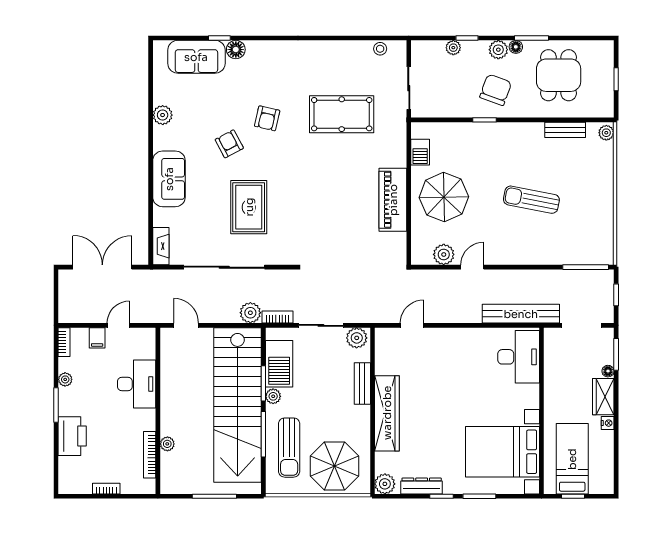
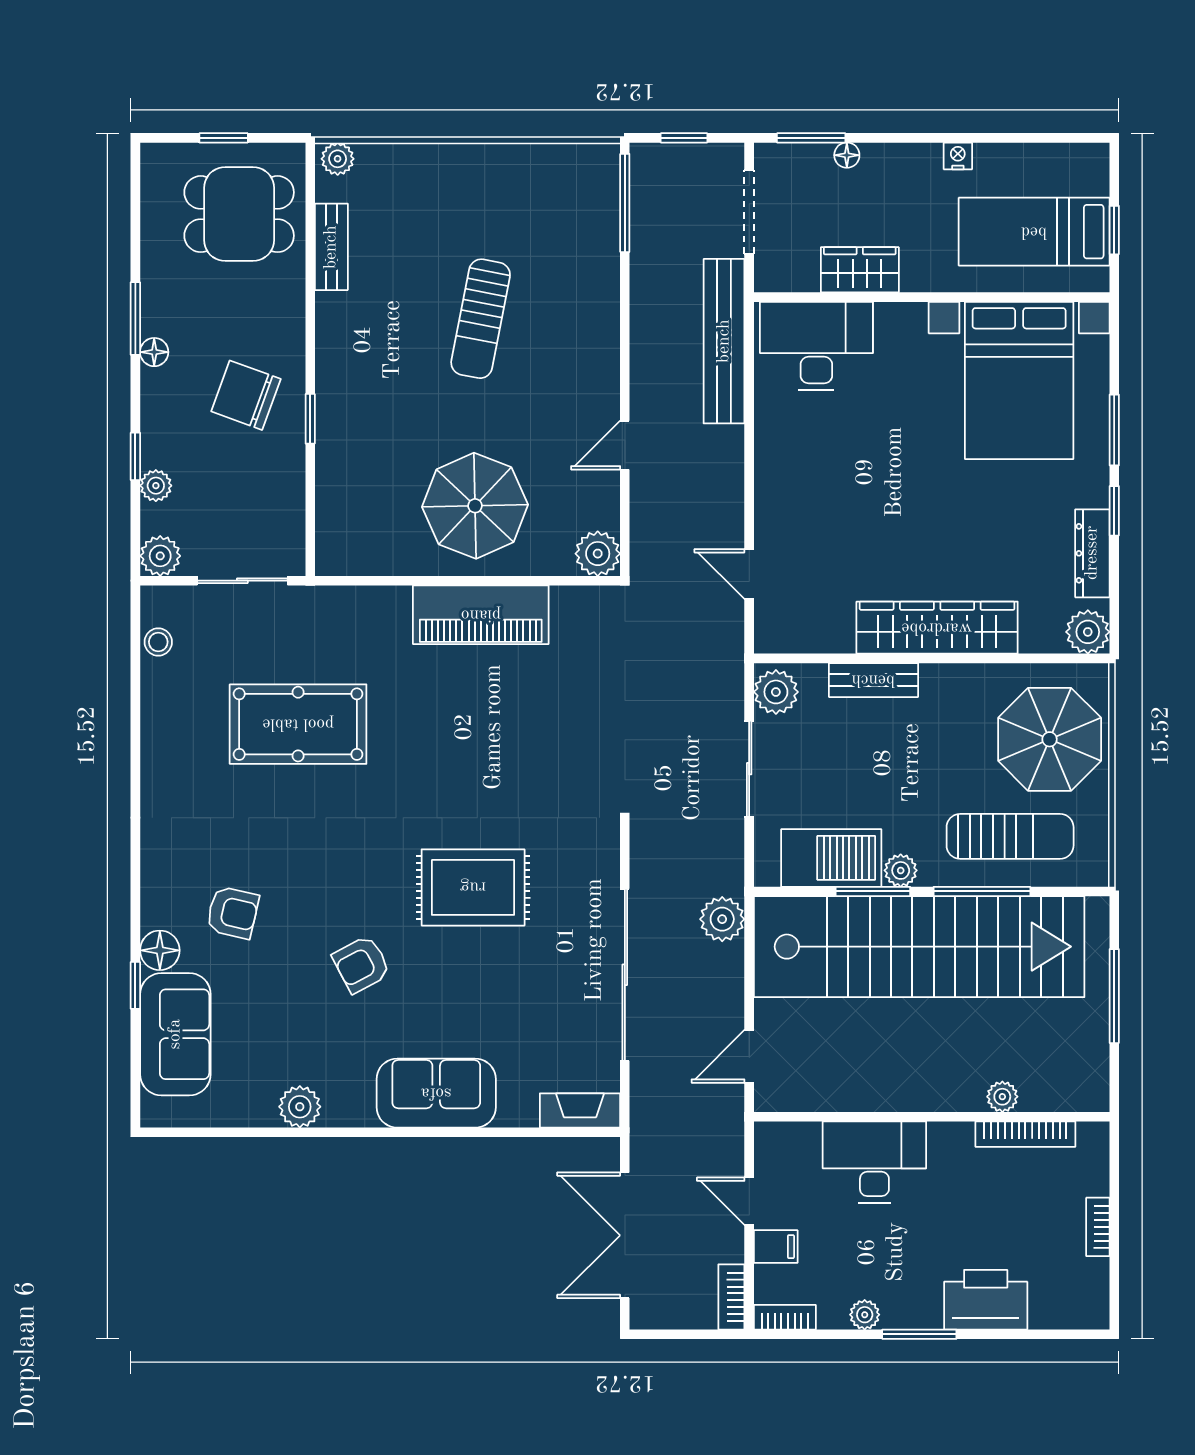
plant: (498, 50) -> (160, 556), moved
dining table: (559, 75) -> (239, 214), moved
pool table: (342, 114) -> (298, 724), turned 90
armchair: (267, 118) -> (233, 913), moved
barbecue: (420, 152) -> (379, 556), removed
rug: (249, 207) -> (473, 887), moved
plant: (444, 254) -> (598, 554), moved
door: (472, 267) -> (625, 445), hinge flipped
bookcase: (278, 317) -> (731, 1297), moved
wardrobe: (603, 397) -> (860, 270), moved, turned 180

